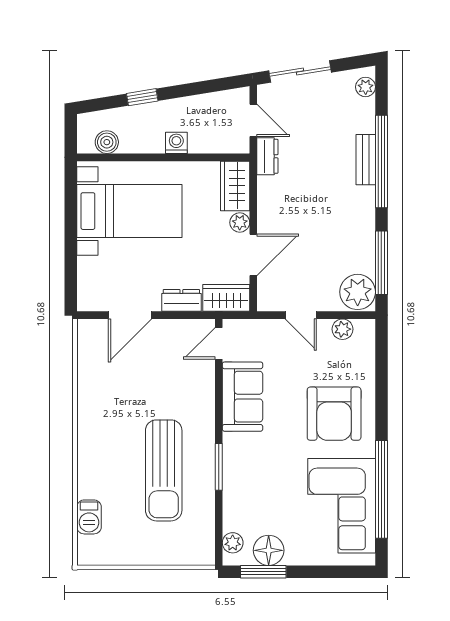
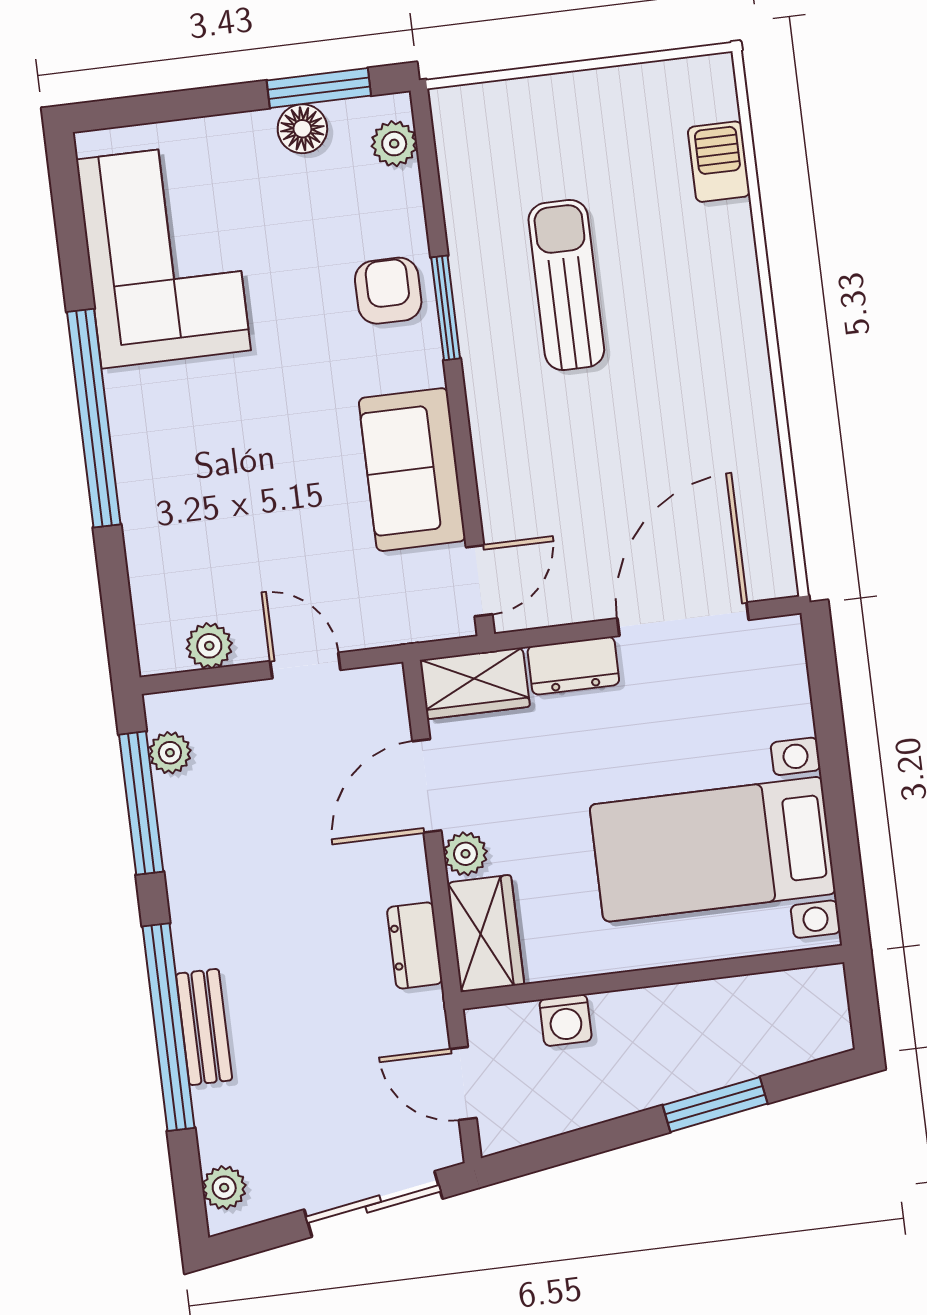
window: (142, 97) -> (715, 1104), width x1.50
boiler: (107, 142) -> (781, 995), removed
washing machine: (176, 143) -> (566, 1020), moved
dresser: (267, 156) -> (415, 945), moved
plant: (358, 292) -> (170, 753), width x0.53, depth x0.53
door: (130, 315) -> (683, 619), width x1.36
armchair: (334, 414) -> (388, 291), moved, width x0.53, depth x0.53
sun lounger: (164, 470) -> (566, 285), width x0.73, depth x0.75
window: (381, 489) -> (94, 418), moved
floor lamp: (269, 550) -> (302, 129), width x0.73, depth x0.73

